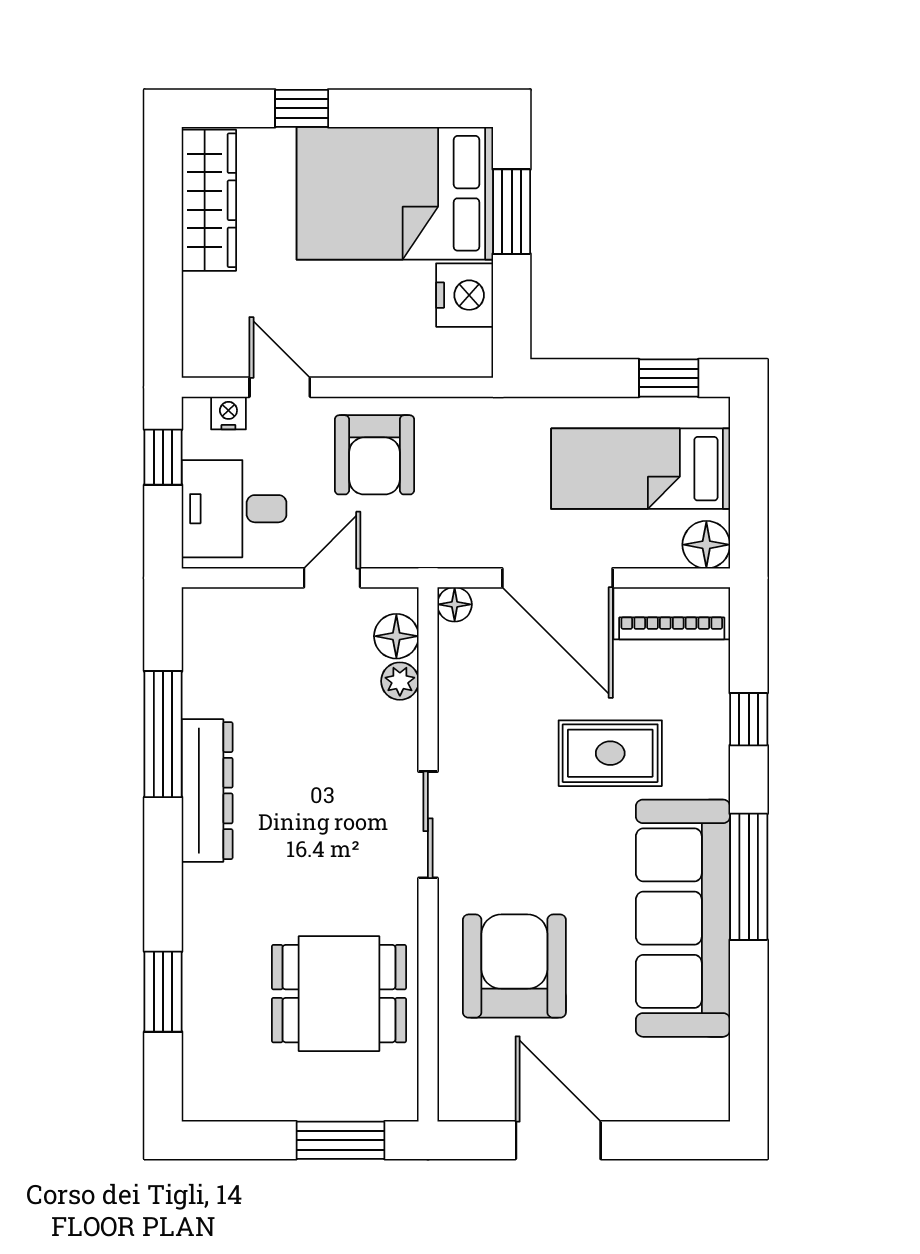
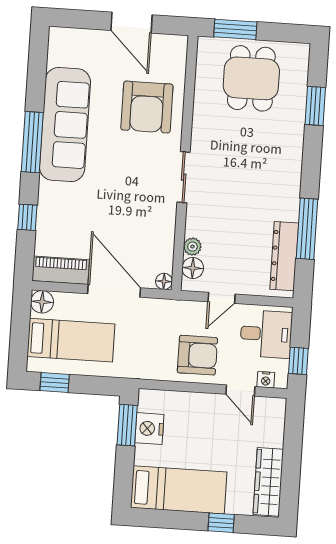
bed: (395, 193) -> (179, 490), width x0.67
window: (512, 212) -> (127, 425), moved
armchair: (374, 455) -> (197, 355), turned 90
rug: (610, 753) -> (94, 205), removed
dresser: (207, 791) -> (284, 256), moved
dining table: (339, 994) -> (251, 78), moved, turned 90

